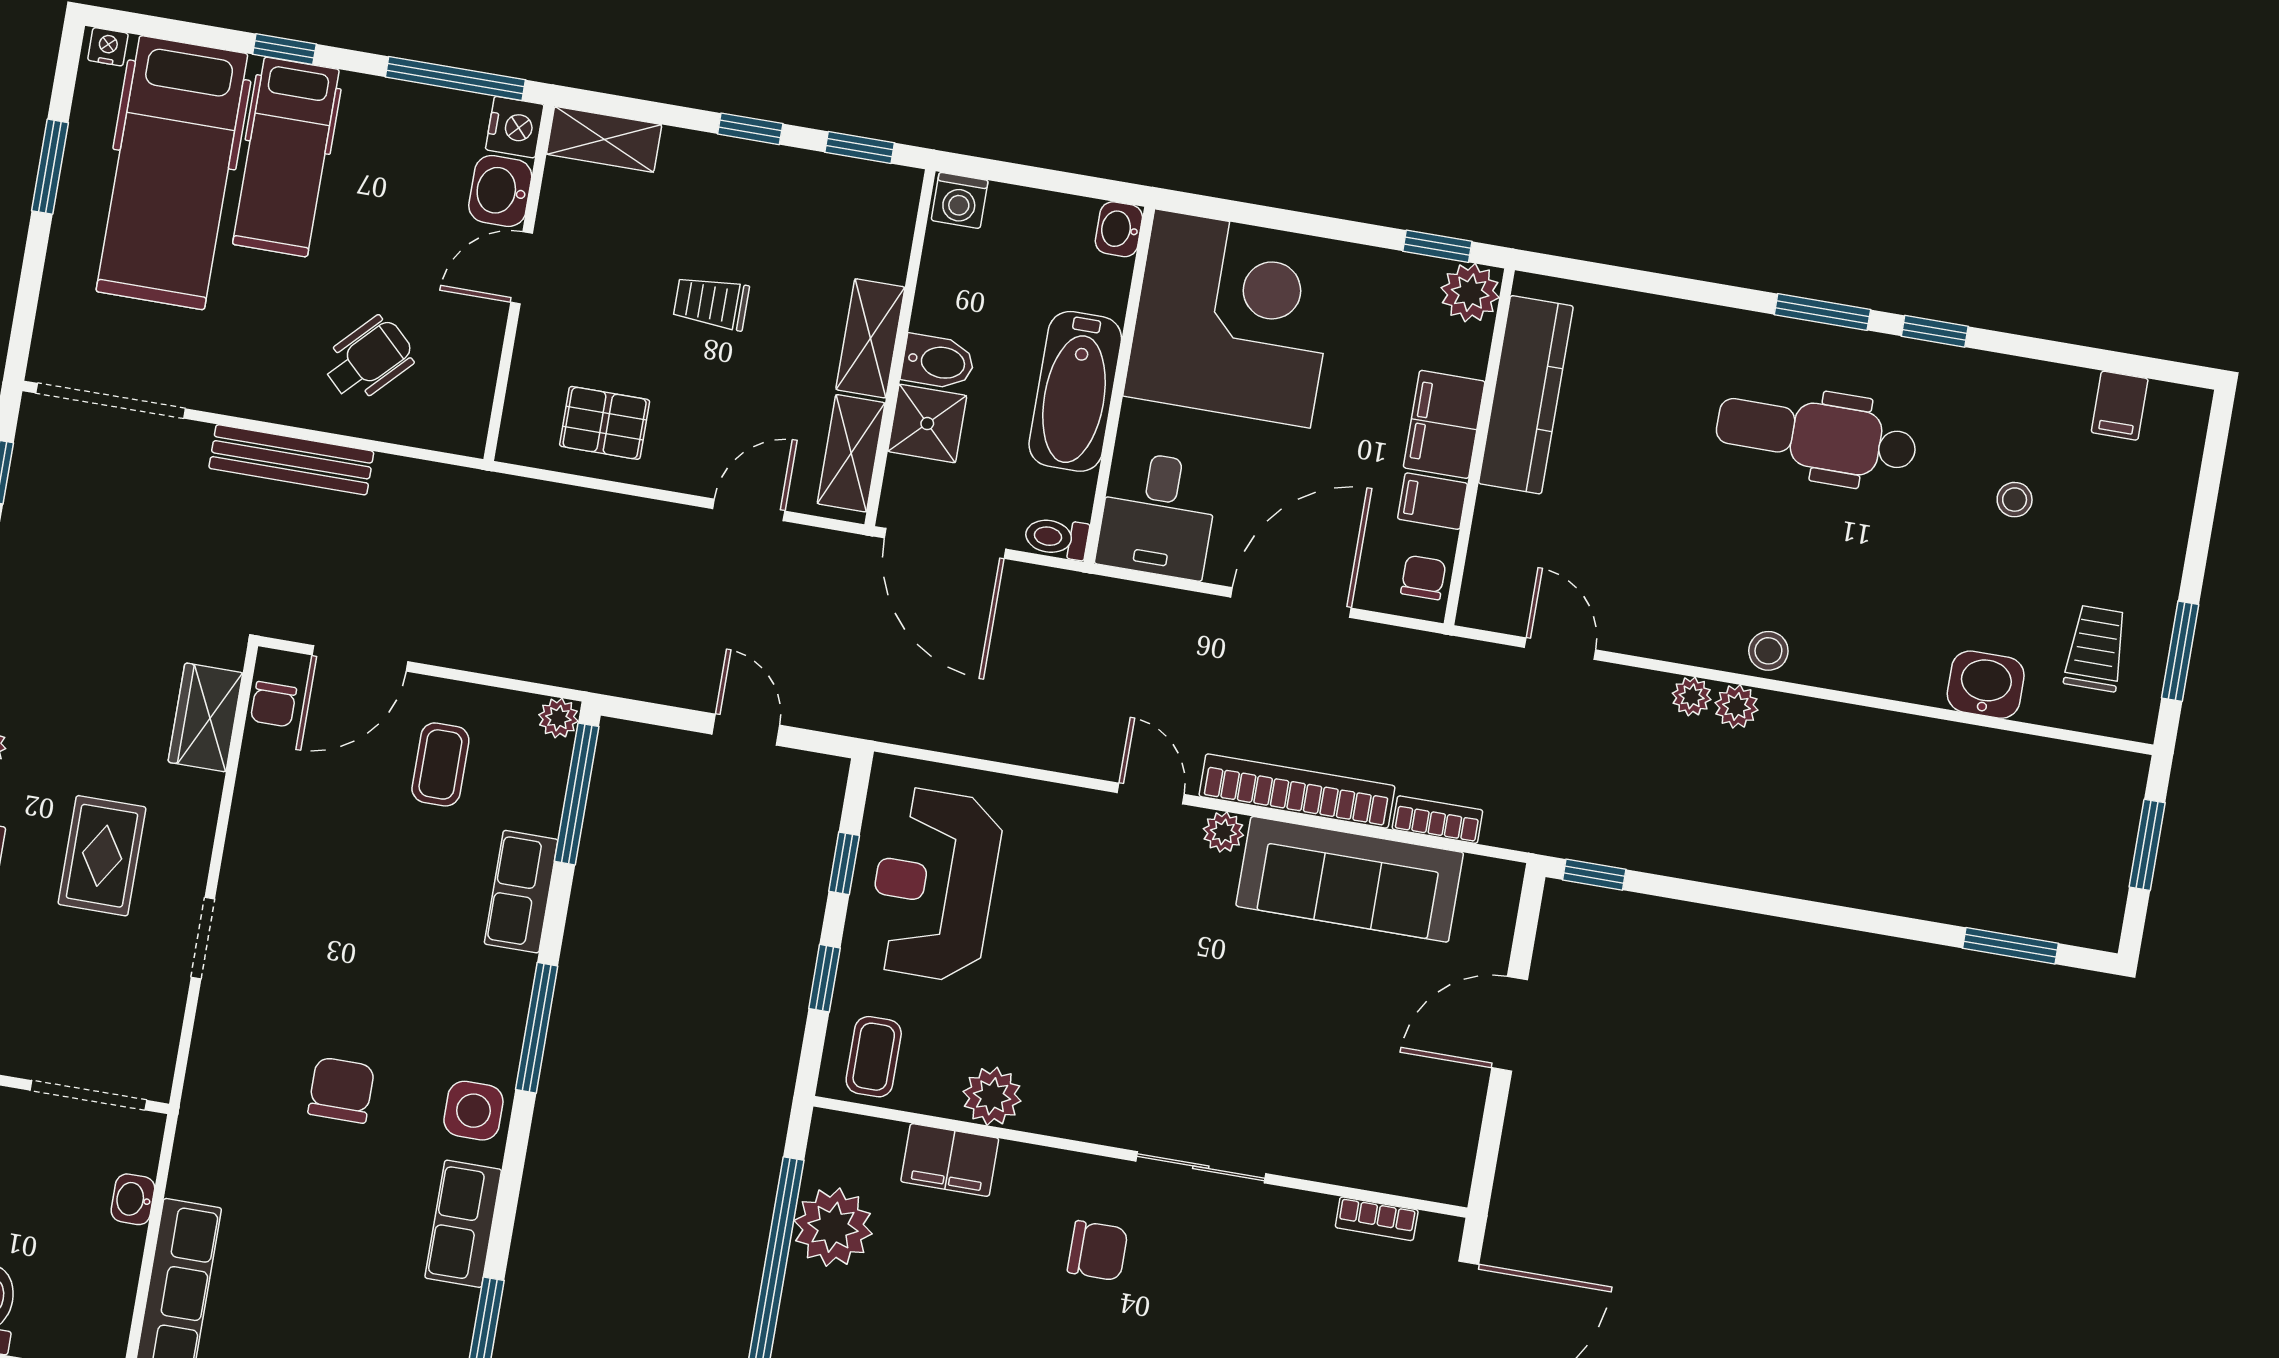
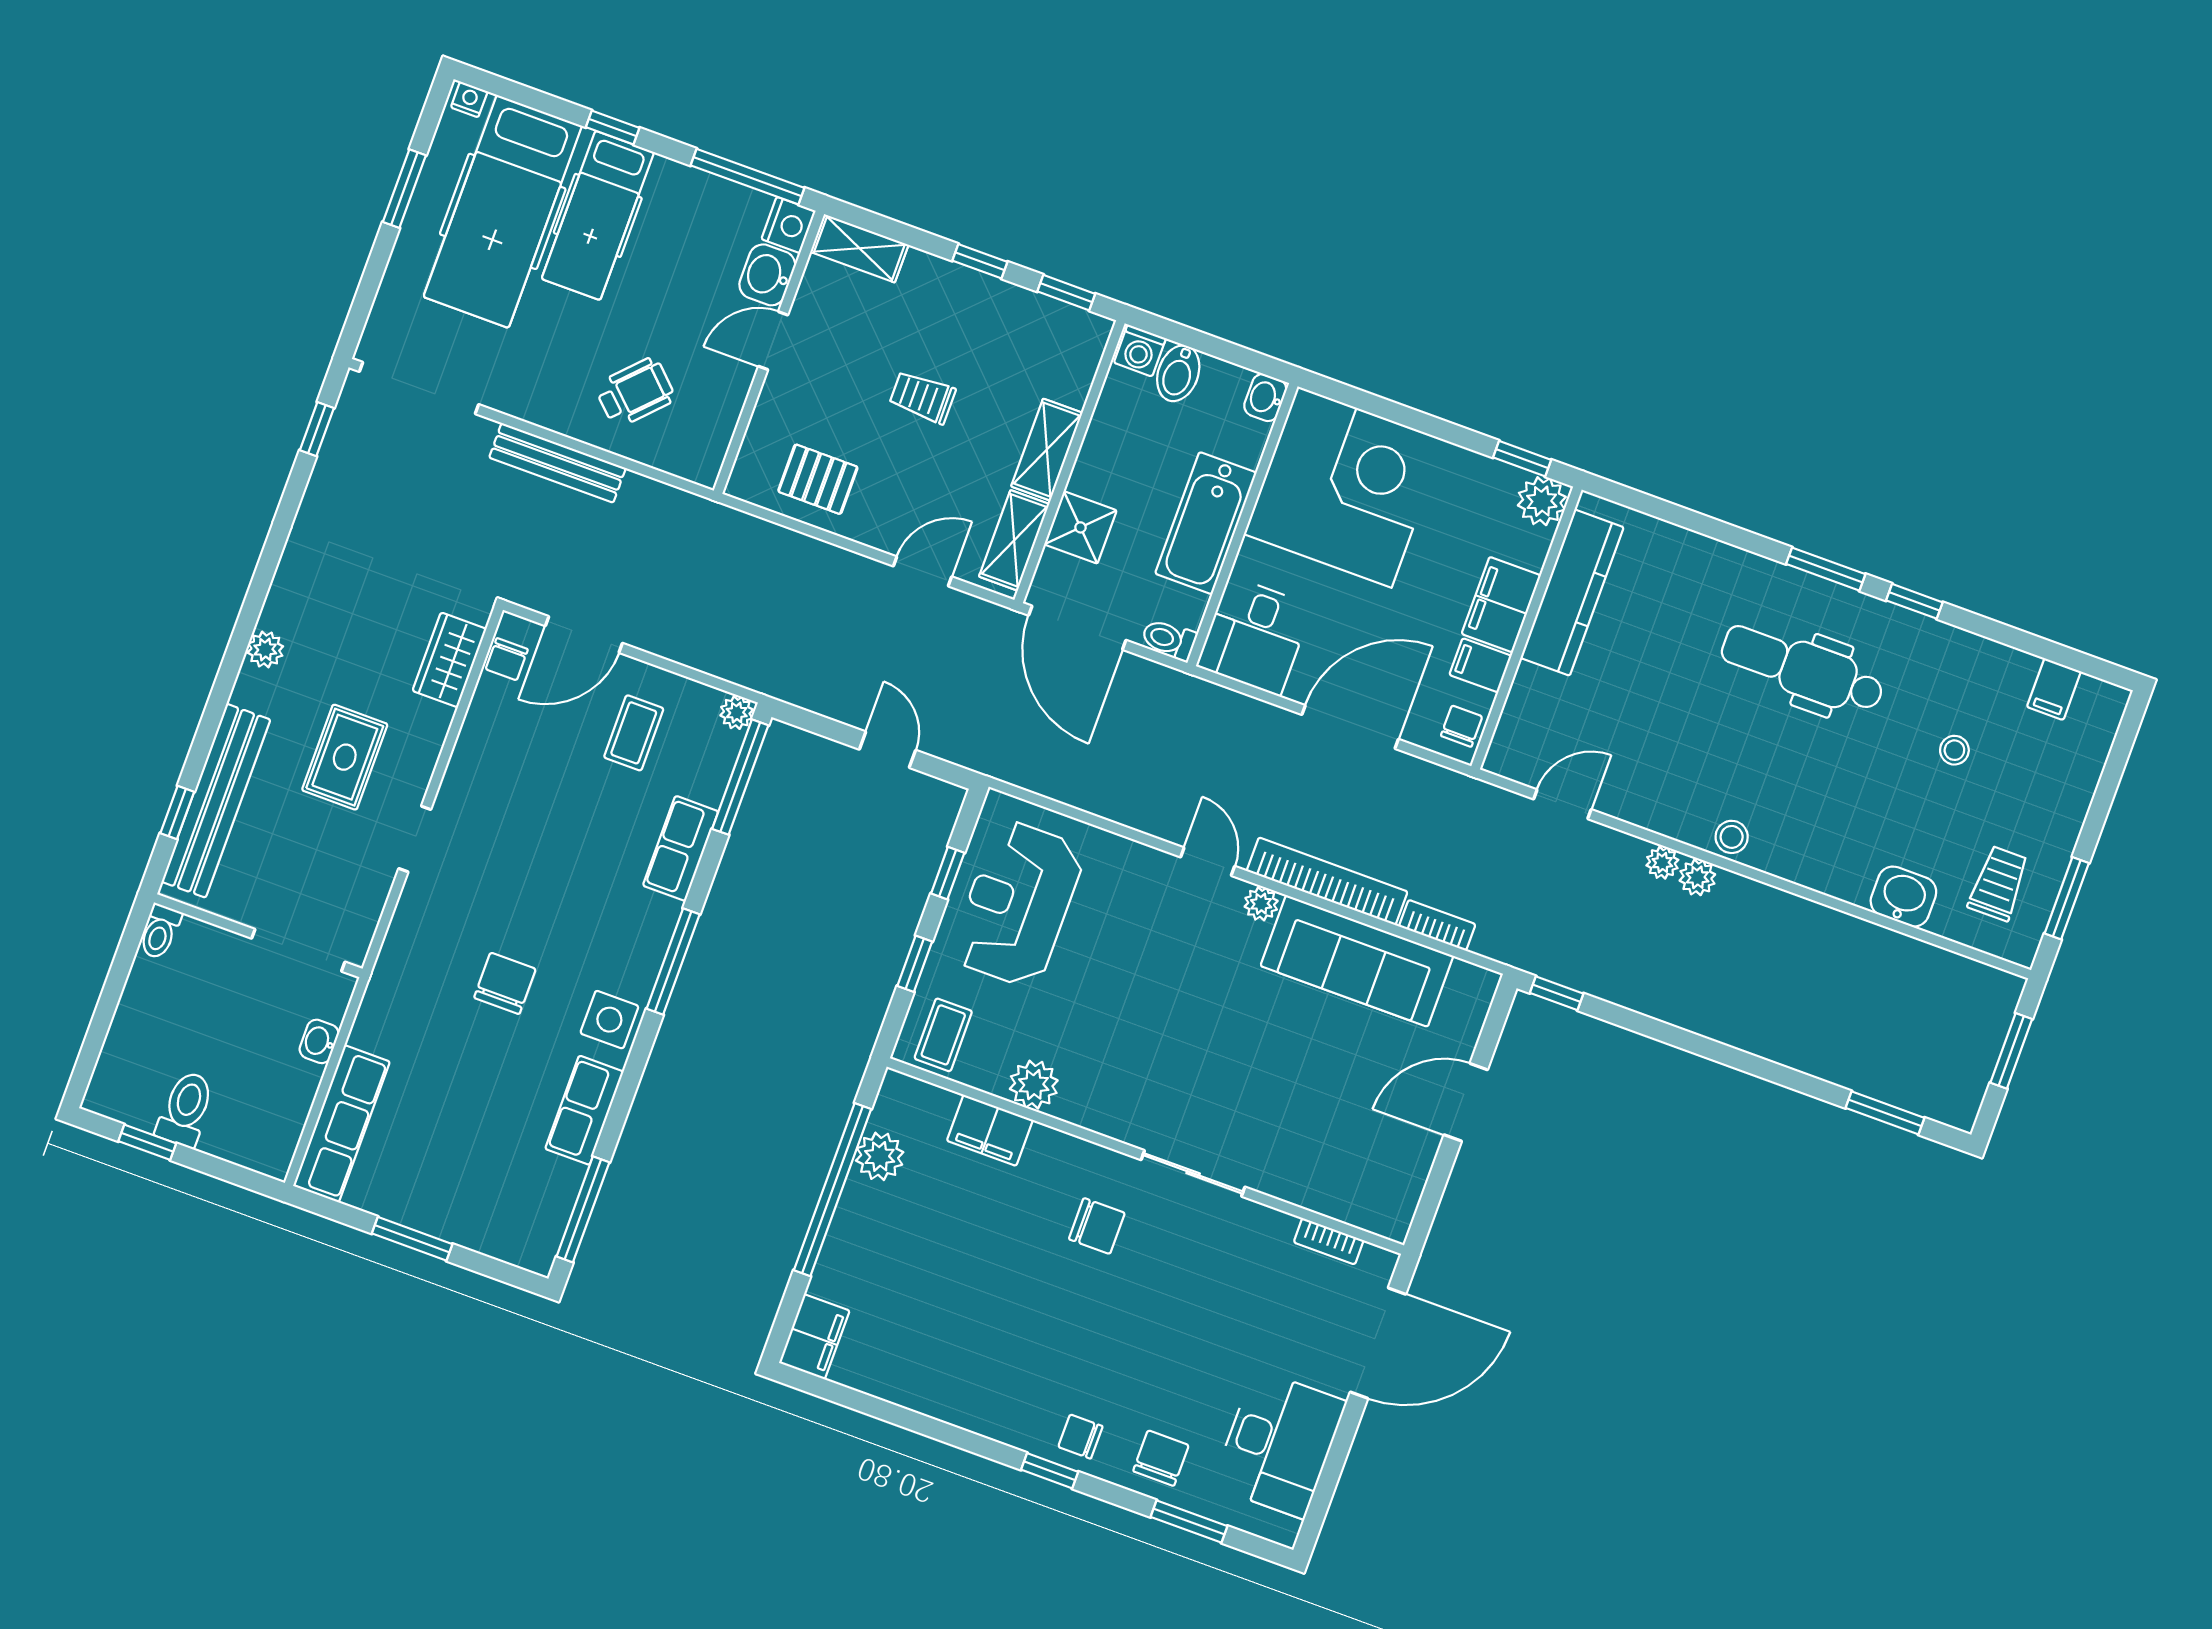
bidet: (938, 362) -> (1178, 373), moved, turned 90
door: (1560, 649) -> (1562, 804), hinge flipped
plant: (833, 1227) -> (880, 1156), width x0.73, depth x0.73

